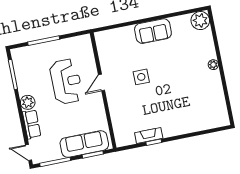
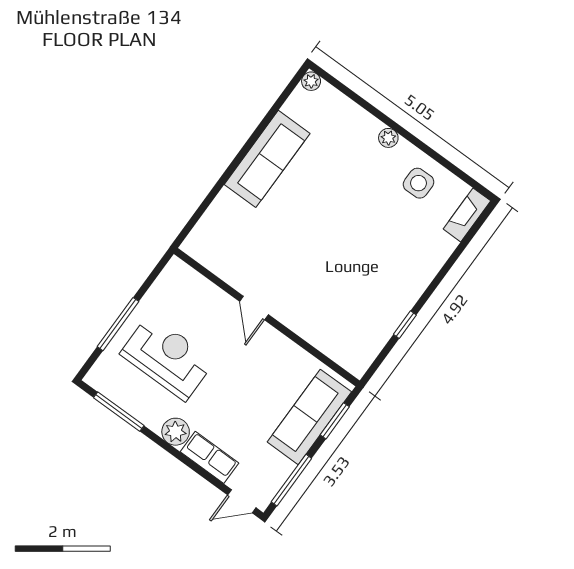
plant: (200, 21) -> (311, 81), width x0.53, depth x0.53
sofa: (153, 31) -> (267, 159), width x1.36
side table: (141, 77) -> (419, 183), moved
reception desk: (66, 81) -> (167, 357), moved
fireplace: (149, 136) -> (467, 215), moved

